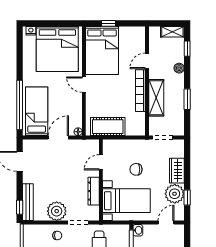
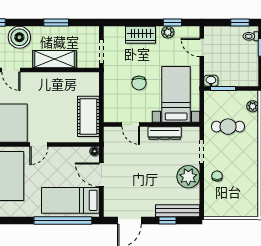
boiler: (179, 68) -> (19, 37), width x1.86, depth x1.86
bookcase: (140, 91) -> (46, 78), removed
plant: (175, 194) -> (168, 32), width x0.53, depth x0.53
window: (20, 207) -> (167, 221), moved

